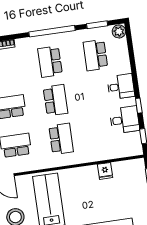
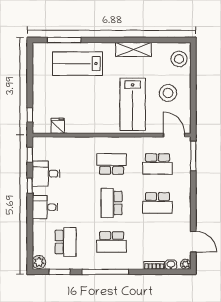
school desk: (50, 62) -> (112, 242), turned 90
school desk: (61, 139) -> (112, 164), turned 90
fridge: (105, 171) -> (58, 126), moved

